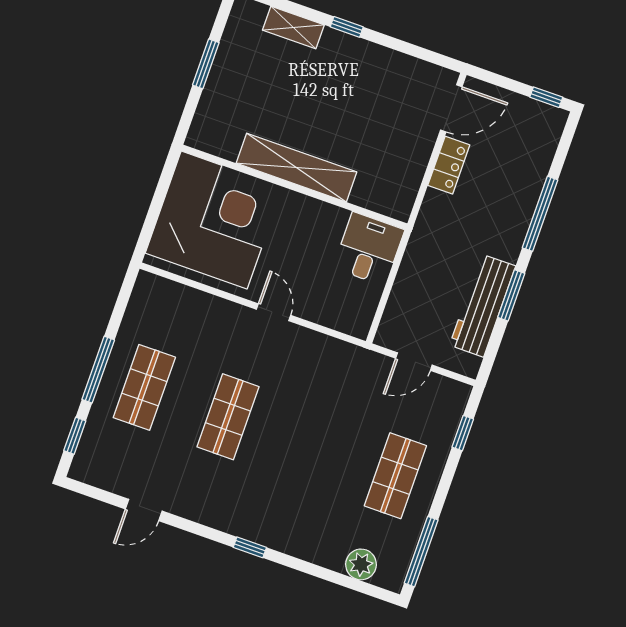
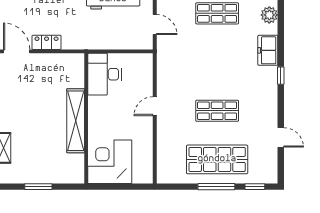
corner desk: (214, 220) -> (110, 162), width x0.74, depth x0.74
desk: (369, 249) -> (104, 74), width x1.37
shop shelf: (144, 387) -> (217, 159), width x1.43, depth x1.36
freezer: (301, 541) -> (268, 50), added

